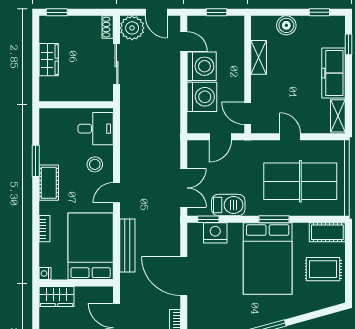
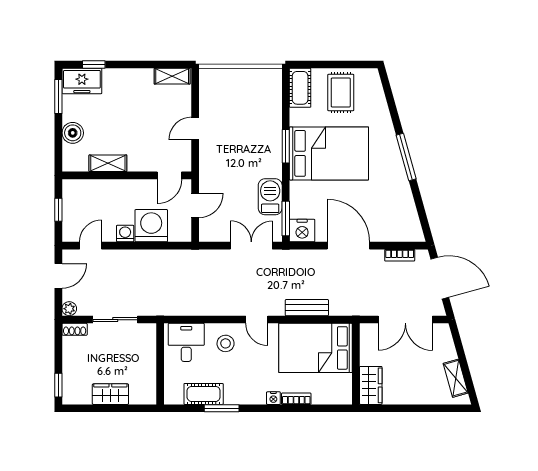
window: (319, 12) -> (58, 97), width x1.50
plant: (132, 28) -> (69, 309), width x0.53, depth x0.53
washing machine: (202, 66) -> (125, 233), width x0.53, depth x0.53
freezer: (333, 73) -> (82, 81), moved, width x0.71
door: (220, 137) -> (195, 205), hinge flipped
table tennis table: (300, 181) -> (244, 117), removed
cot: (49, 183) -> (204, 394), moved
window: (208, 219) -> (286, 219), width x1.50
nightstand: (215, 233) -> (302, 231), moved, turned -90
bench: (127, 245) -> (307, 308), width x0.73
nightstand: (45, 273) -> (273, 398), moved
door: (184, 276) -> (348, 246), swing flipped

